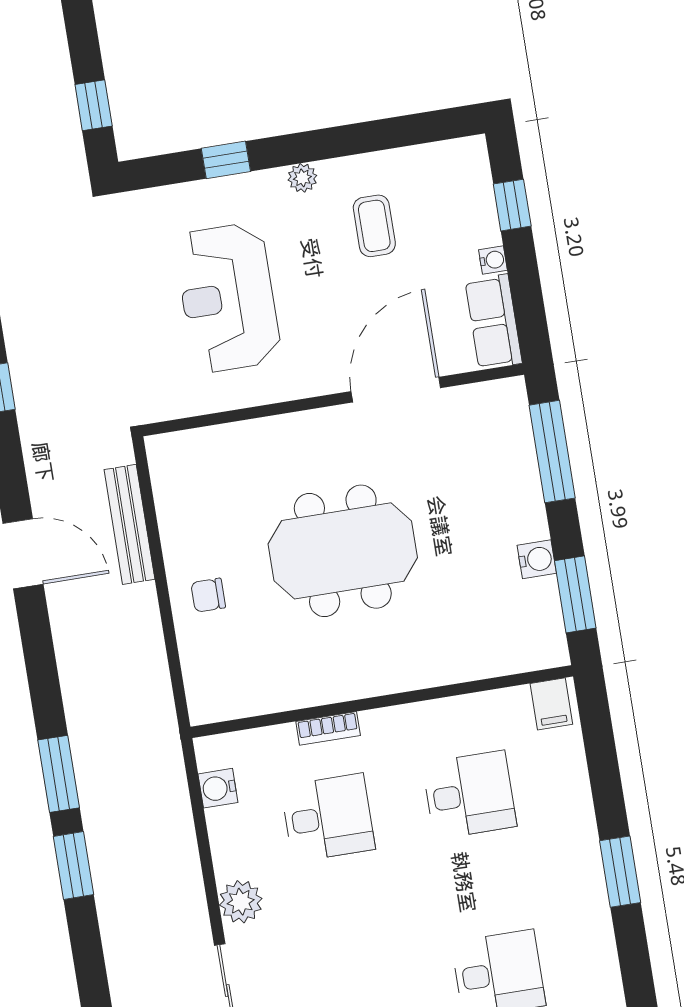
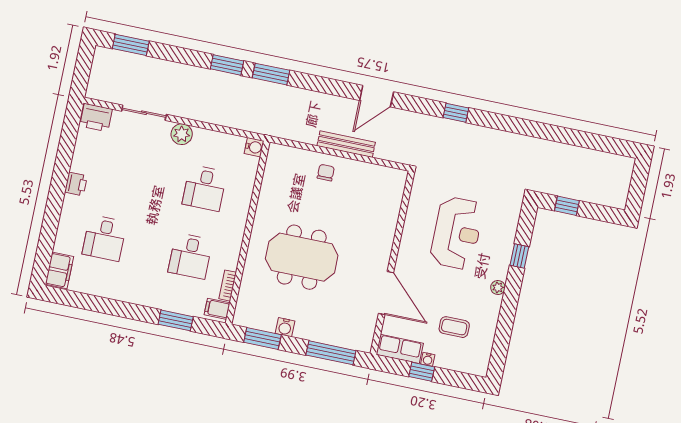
window: (512, 205) -> (422, 372), moved
coffee table: (374, 226) -> (454, 327), moved
reception desk: (228, 298) -> (457, 233), turned 90
bench: (129, 524) -> (346, 144), moved
meeting table: (343, 551) -> (302, 257), moved, turned 90
bookcase: (328, 728) -> (228, 286), moved
water cooler: (218, 788) -> (254, 147), moved, turned 90
window: (620, 872) -> (176, 320), moved

